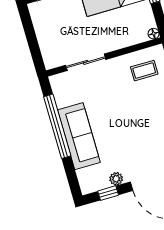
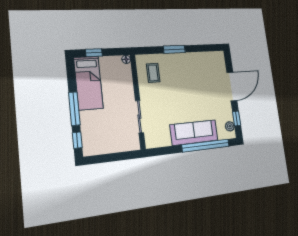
window: (57, 126) -> (206, 146), moved
plant: (116, 179) -> (230, 126), moved

